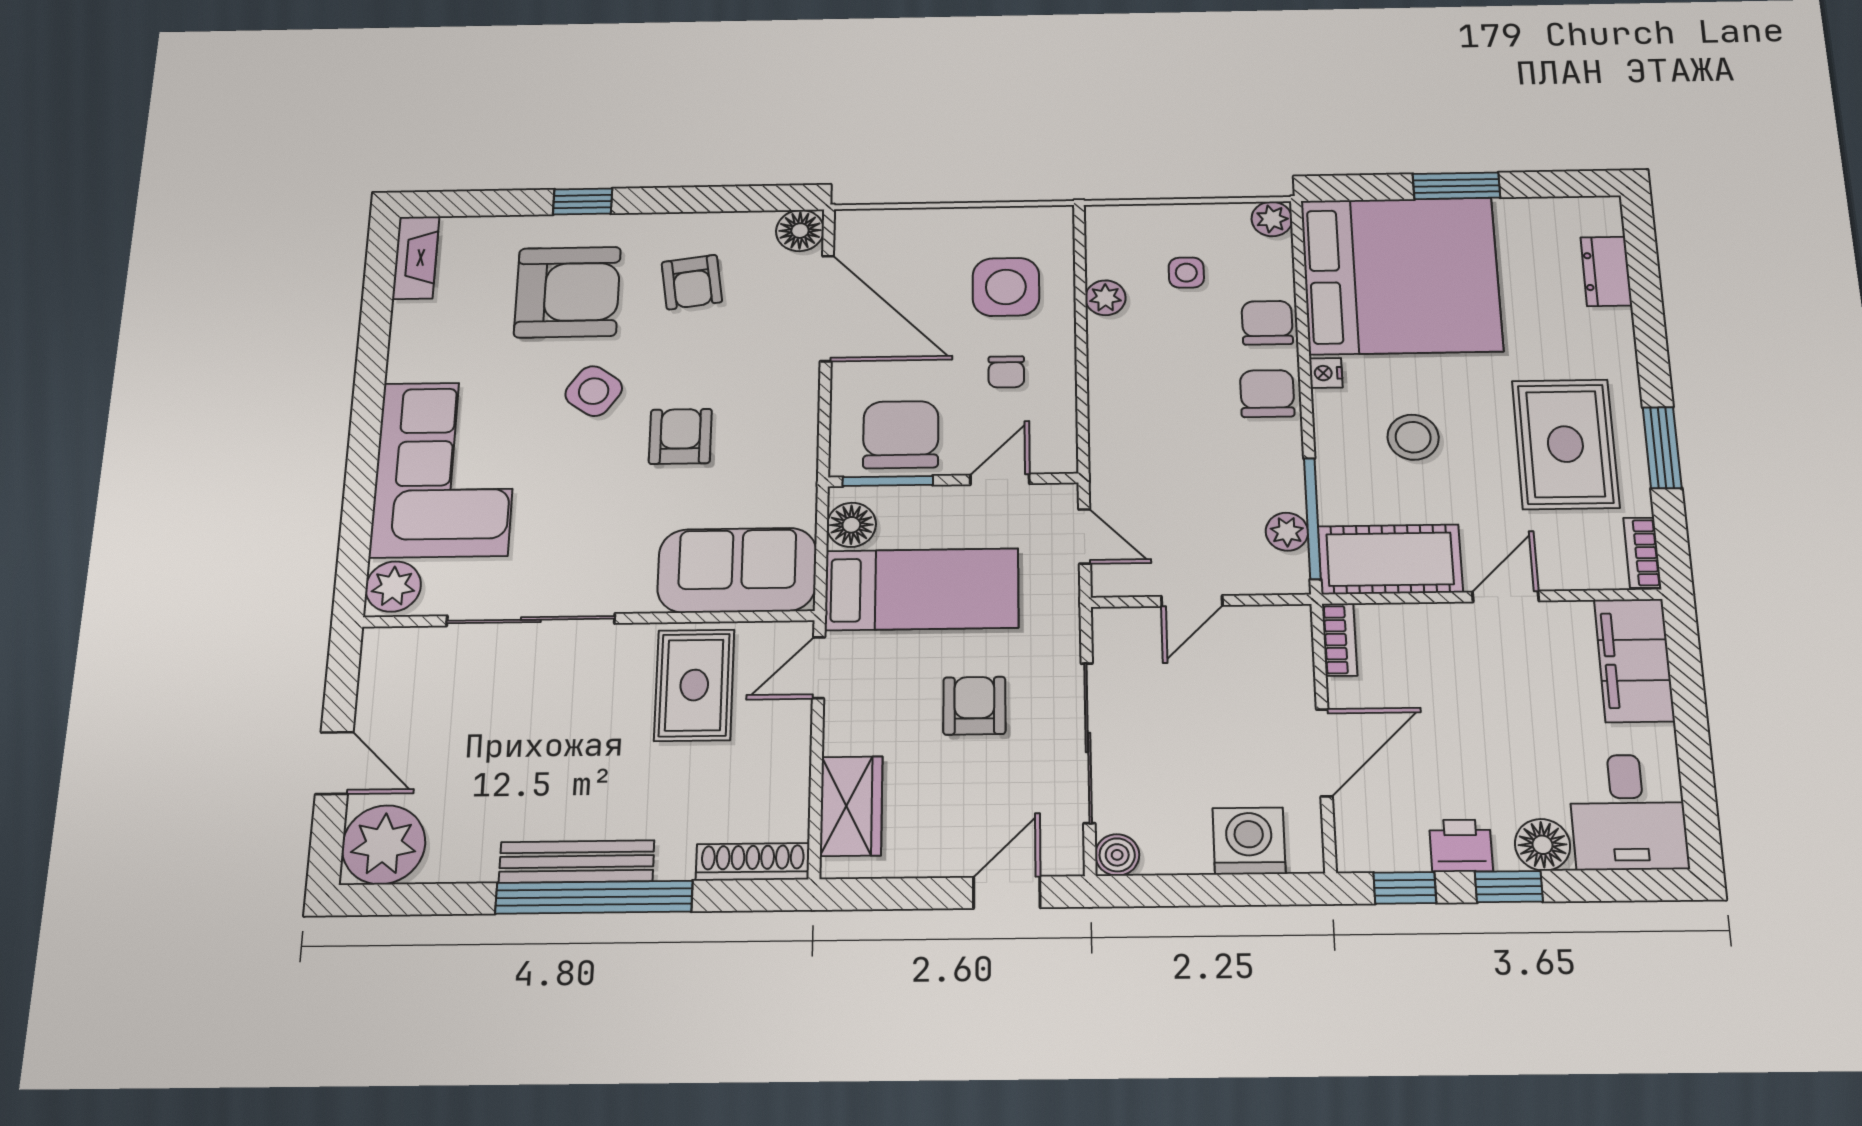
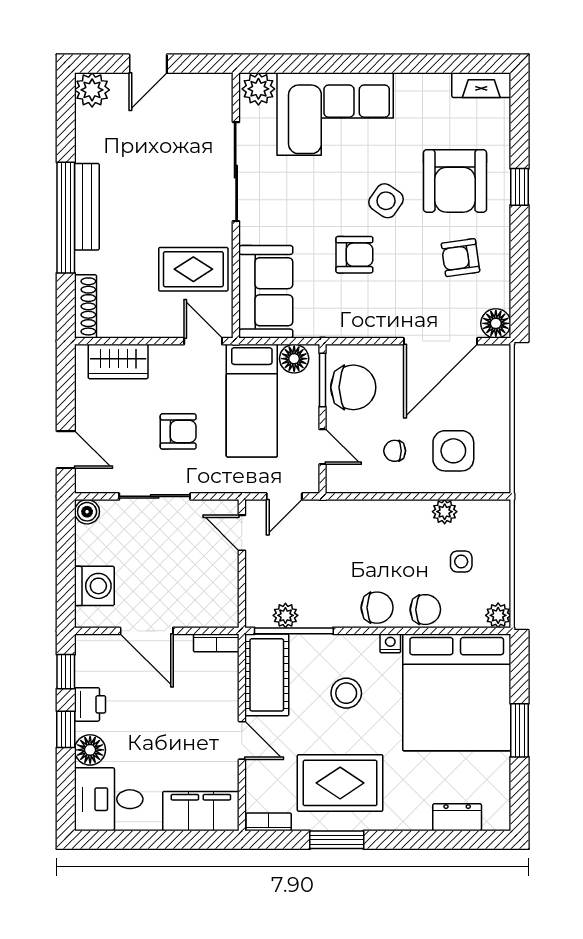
door: (1192, 601) -> (242, 533), moved
sliding door: (1088, 742) -> (155, 496), width x0.73
plant: (384, 845) -> (92, 90), width x0.73, depth x0.73

